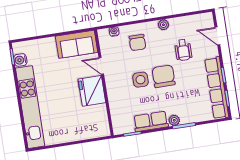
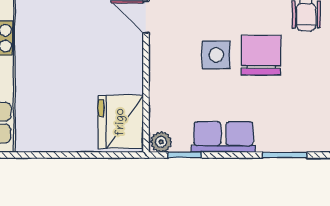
fridge: (92, 91) -> (121, 122), moved
plant: (174, 120) -> (161, 142), moved

